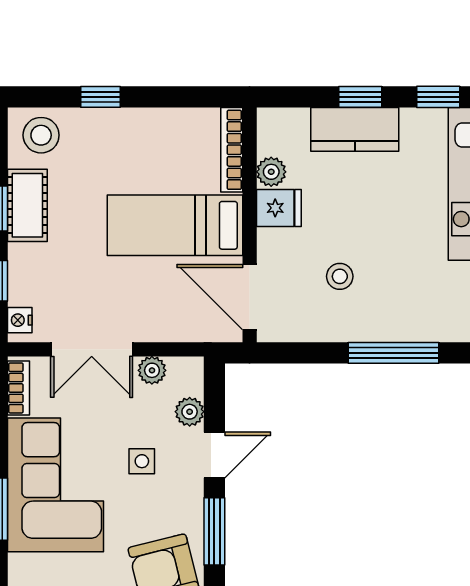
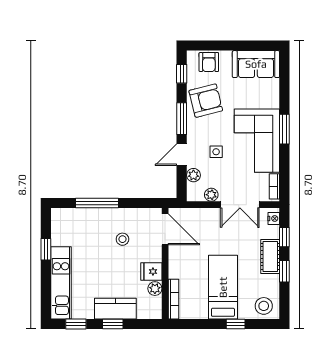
cot: (27, 205) -> (270, 256), moved
bed: (175, 225) -> (223, 287), moved, turned -90
double door: (92, 349) -> (240, 205), swing flipped

